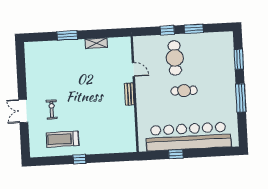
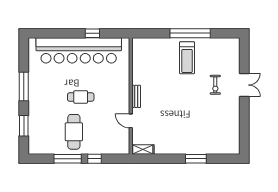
window: (194, 29) -> (68, 159), width x1.44
shelving: (96, 43) -> (143, 149), moved
cafe table: (175, 58) -> (74, 132), moved
treadmill: (63, 139) -> (187, 58), moved, turned 90
window: (79, 159) -> (190, 33), width x3.17

